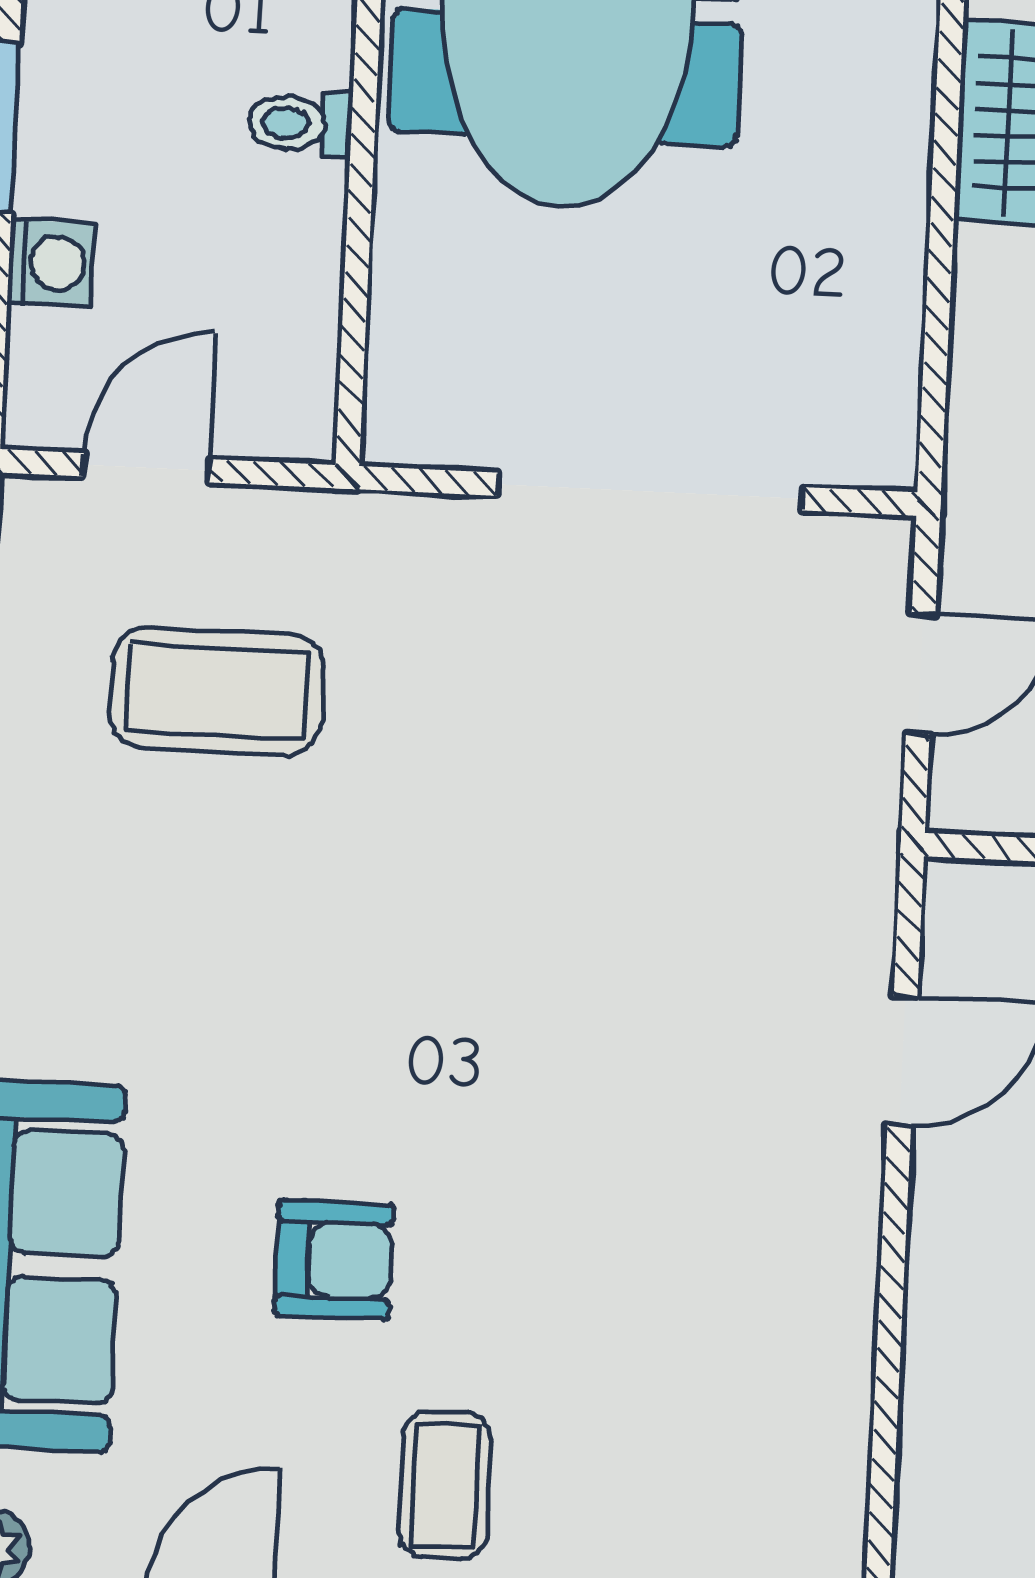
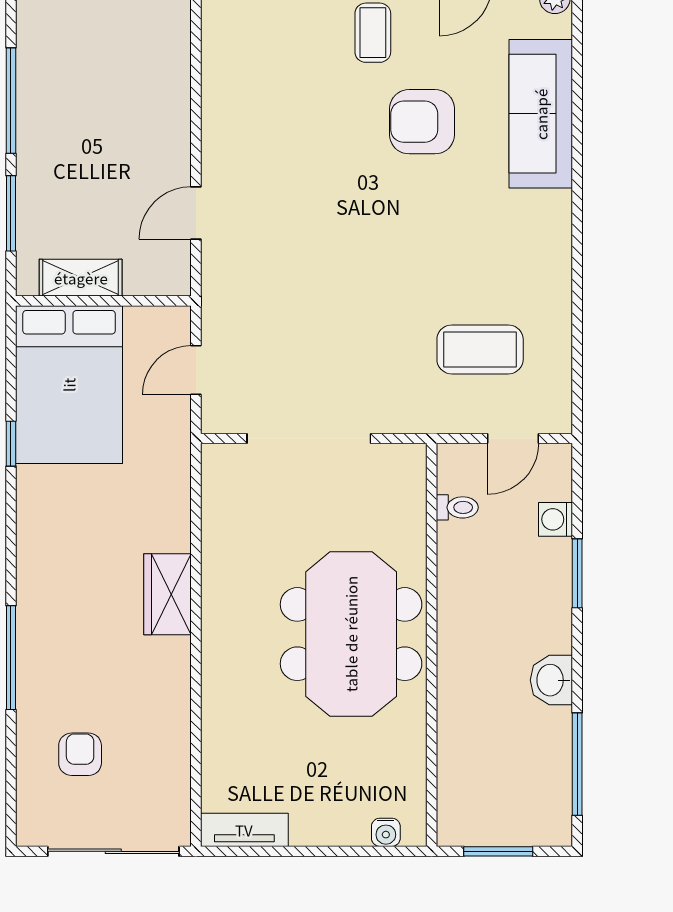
toilet: (300, 123) -> (457, 507), moved
armchair: (334, 1260) -> (422, 122), width x1.38, depth x1.38

